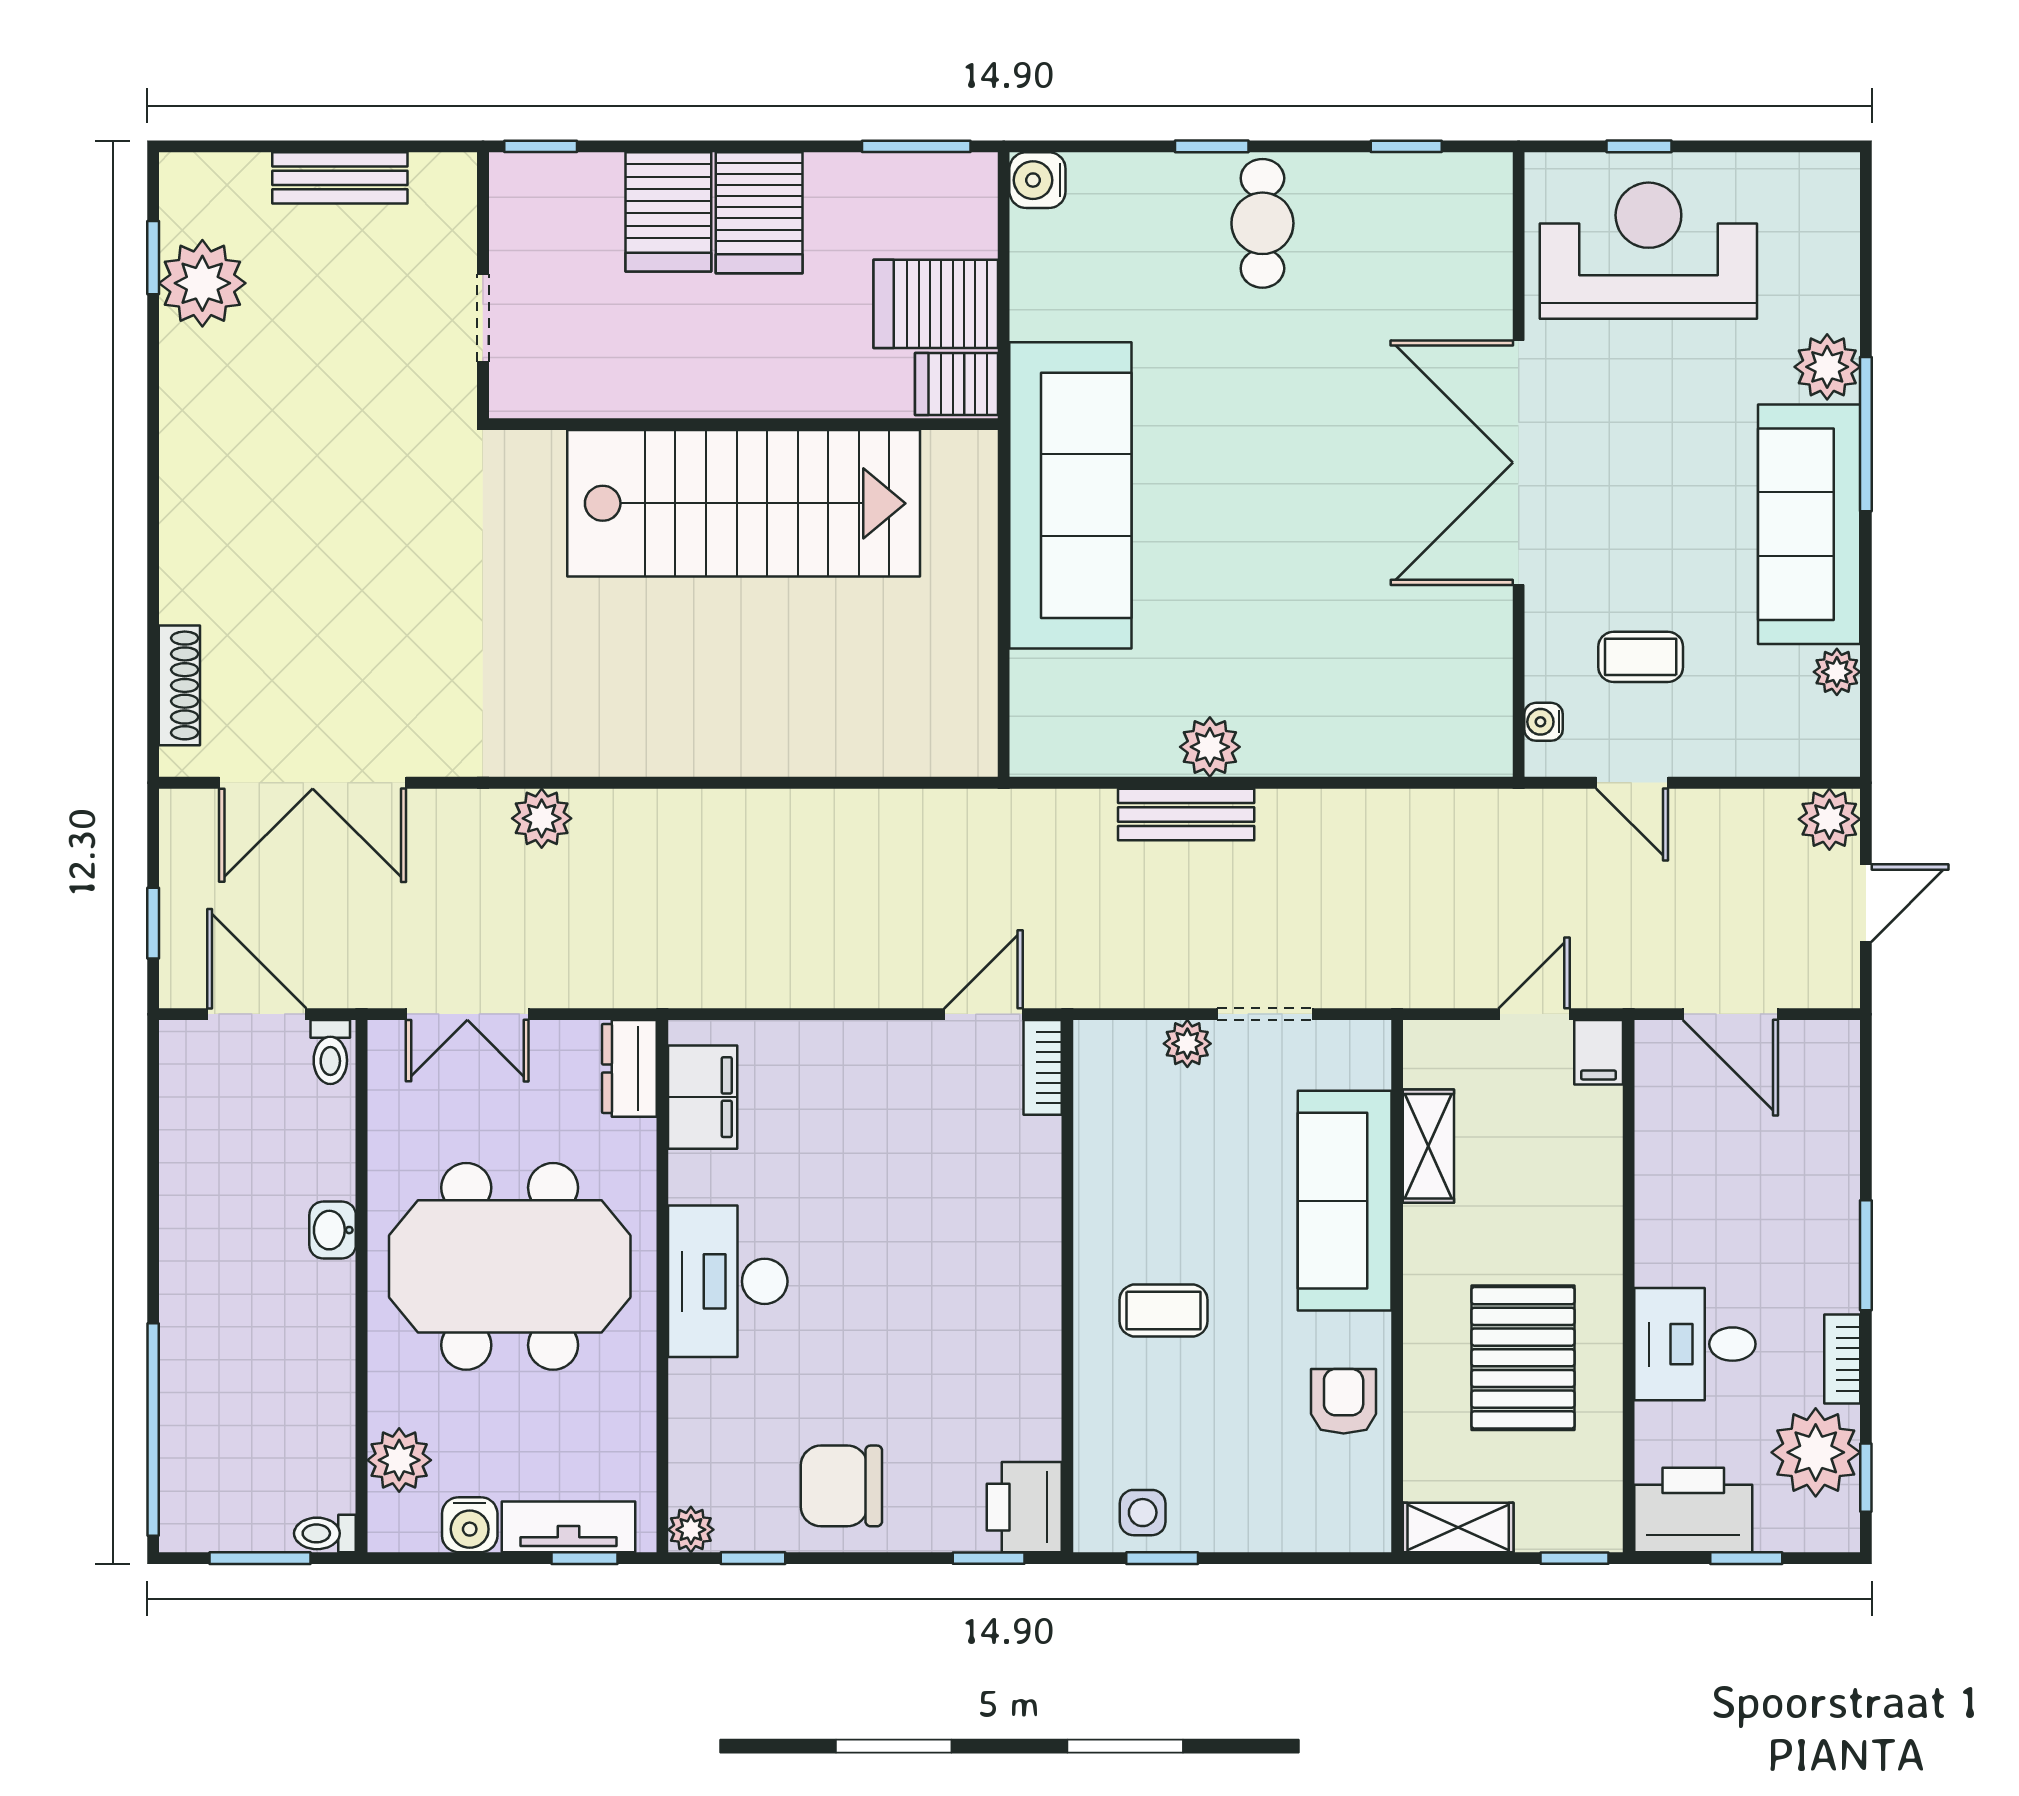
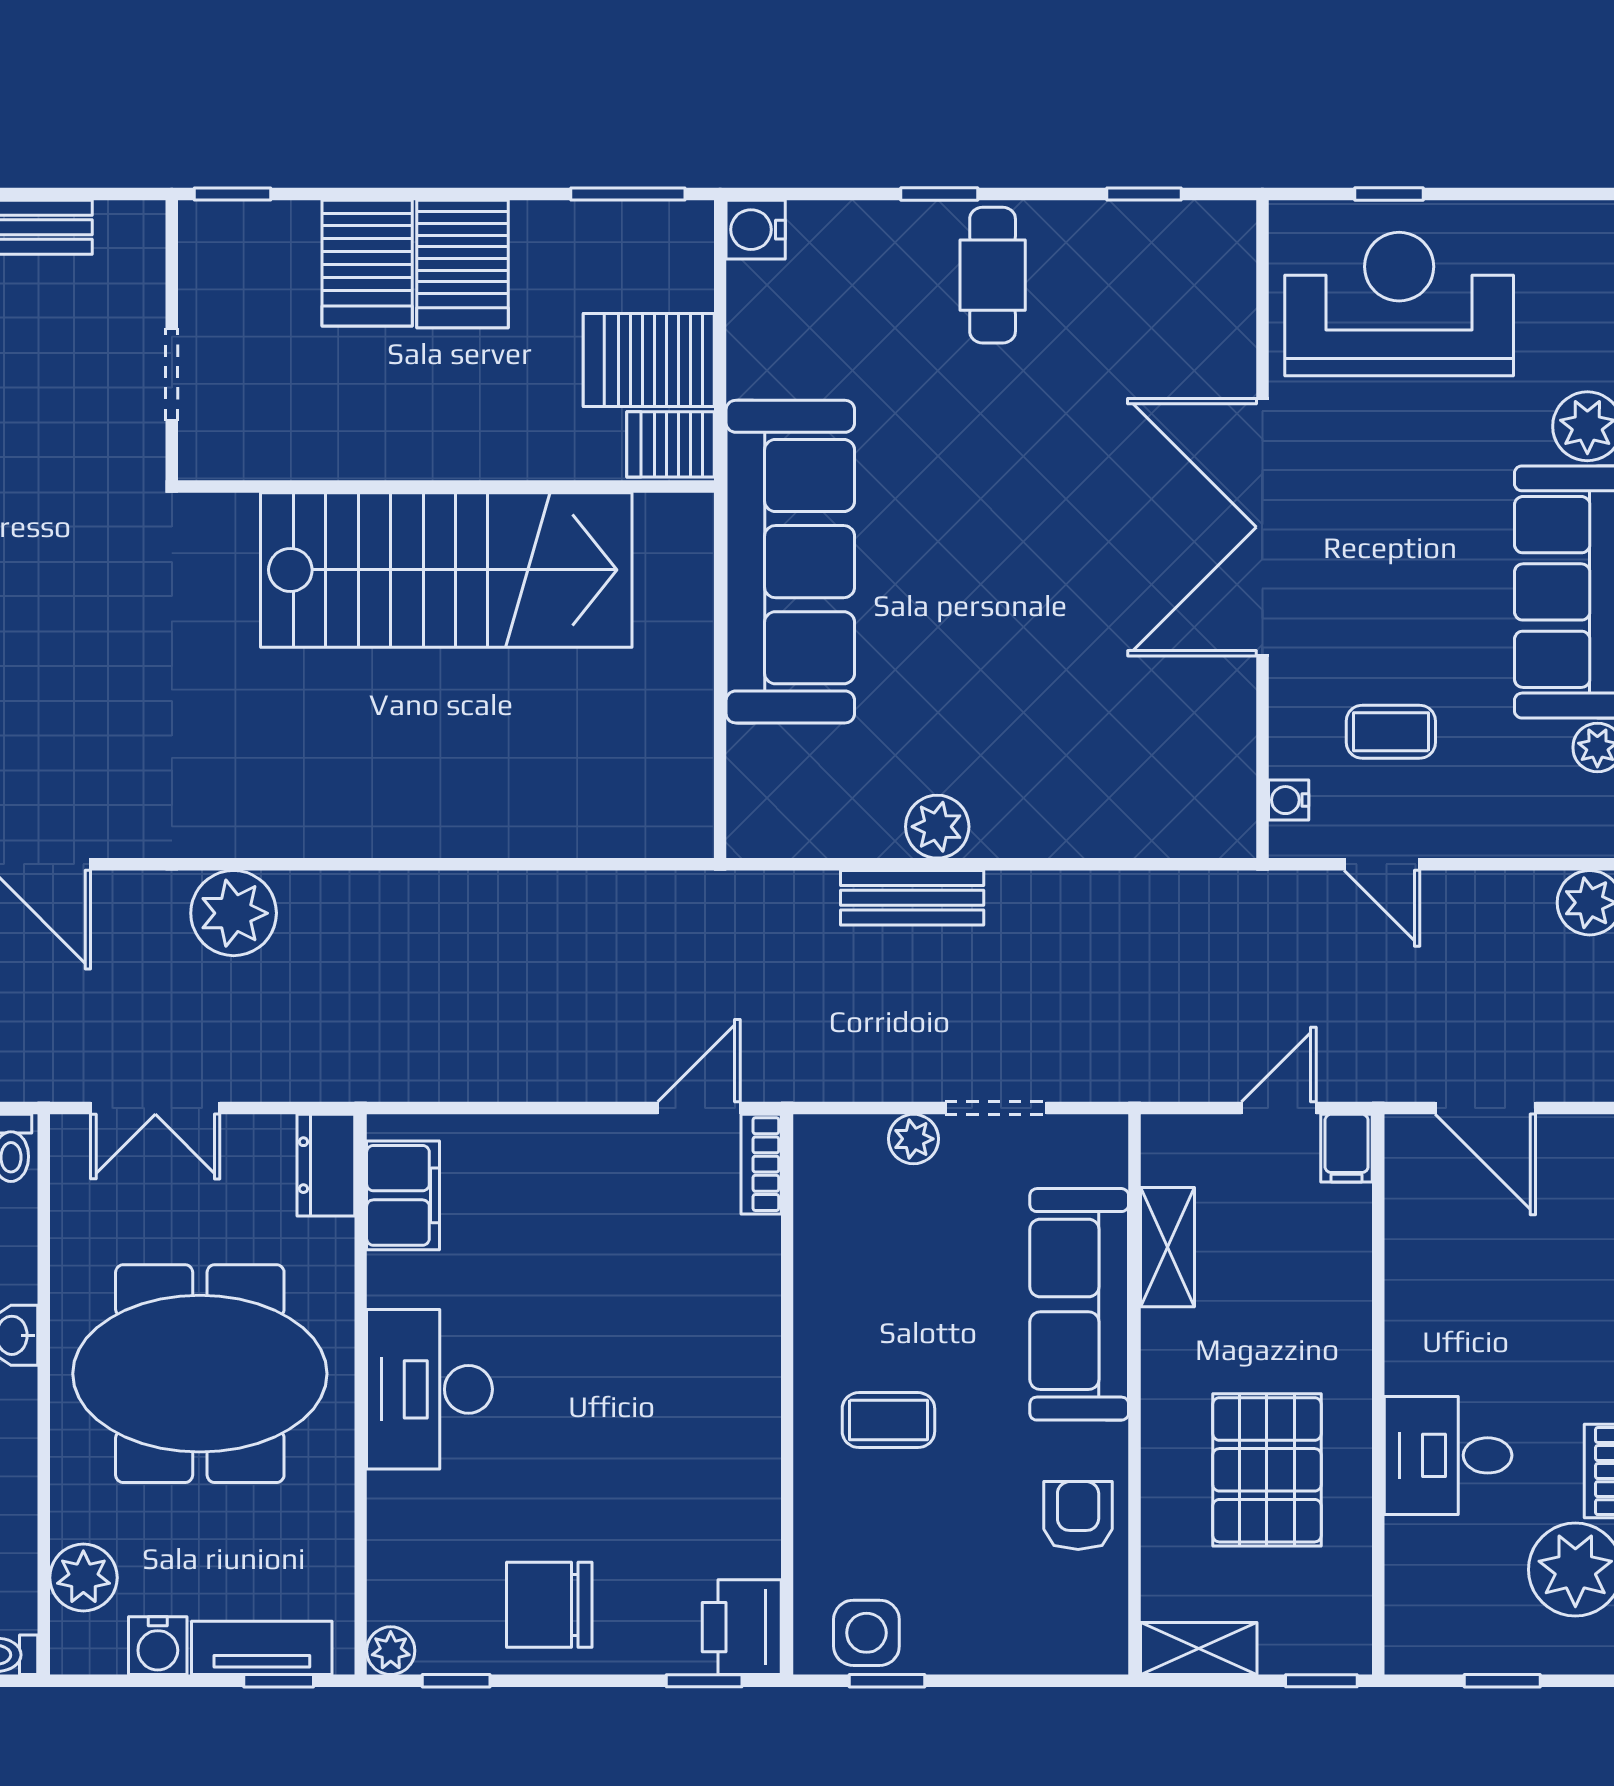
plant: (542, 818) -> (234, 913), width x1.36, depth x1.36
printer: (1693, 1510) -> (1446, 1630), removed
side table: (1143, 1513) -> (866, 1633), width x1.37, depth x1.37

